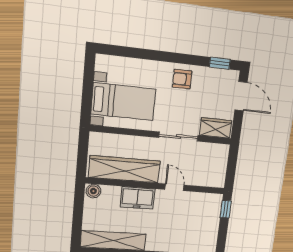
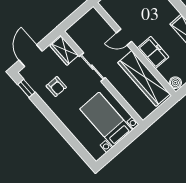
armchair: (182, 79) -> (56, 87), moved
door: (174, 187) -> (124, 37), hinge flipped

